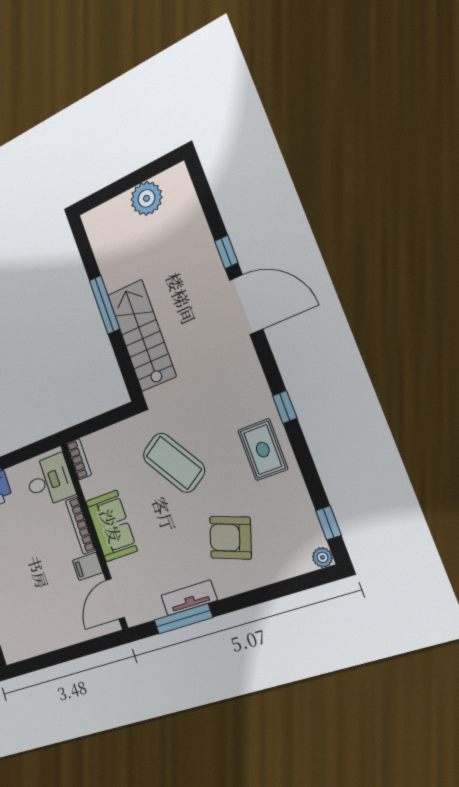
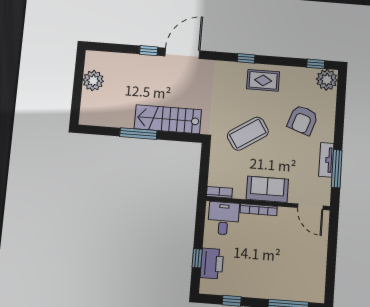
plant: (322, 557) -> (327, 80), width x1.87, depth x1.87
filing cabinet: (88, 566) -> (285, 216), removed

